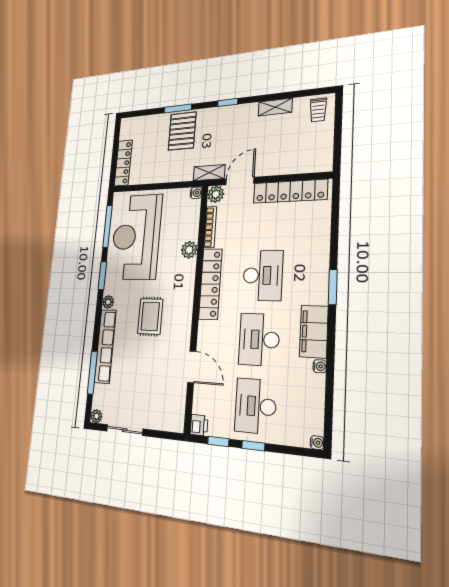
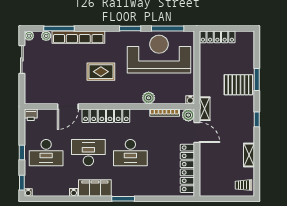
locker: (210, 284) -> (106, 116), moved
plant: (108, 302) -> (46, 36), moved
desk: (256, 406) -> (46, 153), turned 180
window: (218, 442) -> (22, 183), moved

